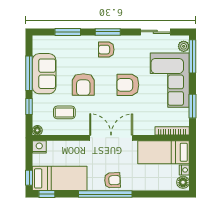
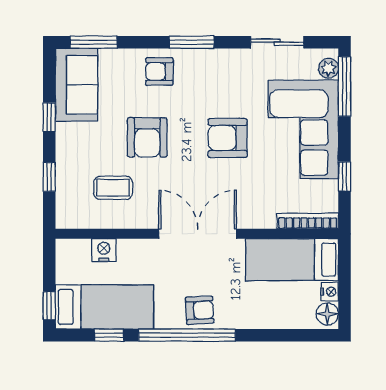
window: (68, 32) -> (94, 42), moved
armchair: (106, 50) -> (159, 71), moved
window: (29, 73) -> (49, 117), width x0.46
sofa: (44, 74) -> (76, 85), moved
window: (193, 106) -> (345, 176), width x0.67
floor lamp: (37, 130) -> (64, 220), removed
nightstand: (39, 147) -> (104, 250), moved
window: (47, 194) -> (109, 335), moved

